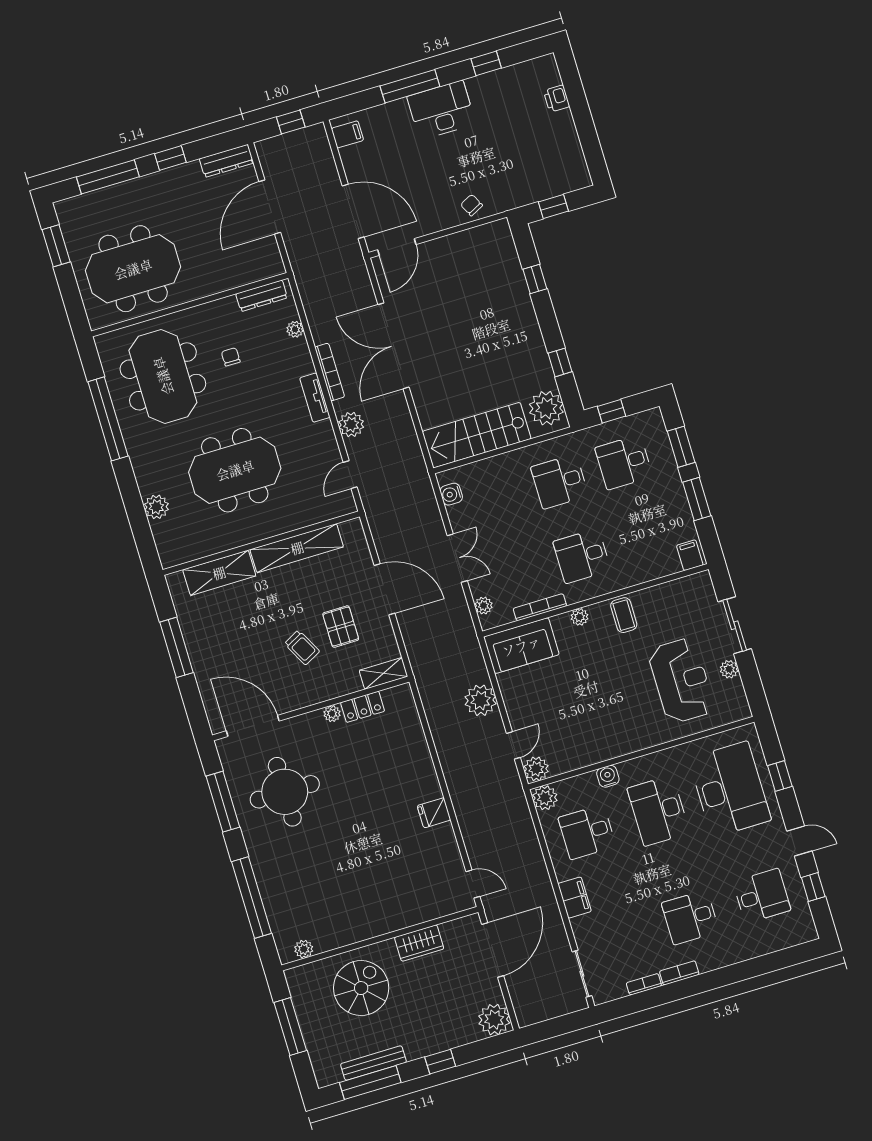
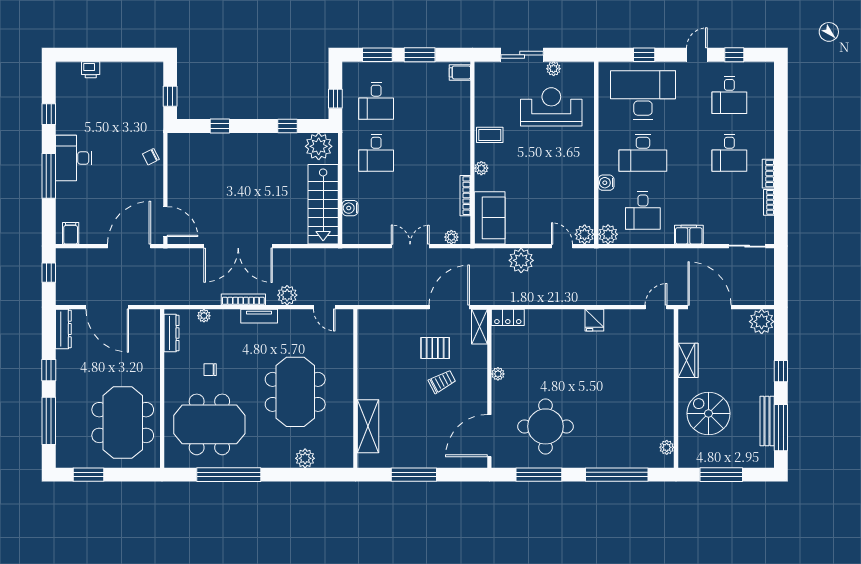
water cooler: (451, 494) -> (350, 208), moved, turned 90
shelving: (297, 548) -> (367, 363), removed
desk: (582, 556) -> (436, 153), removed
door: (384, 589) -> (449, 307), moved
locker: (363, 707) -> (508, 317), moved, turned 90
desk: (762, 896) -> (729, 95), turned 180

